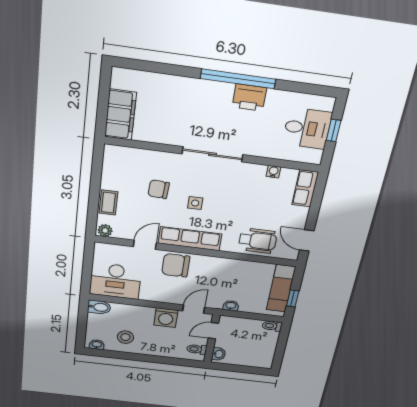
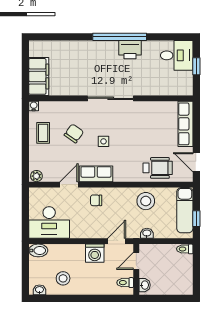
desk: (307, 128) -> (177, 55), moved
water cooler: (273, 172) -> (34, 106), moved
row of seats: (305, 188) -> (186, 124), width x1.48
chair: (159, 189) -> (74, 133), turned 122
coffee table: (108, 203) -> (43, 133), moved
row of seats: (190, 239) -> (96, 174), width x0.68
chair: (176, 265) -> (96, 200), width x0.54, depth x0.54
stool: (236, 273) -> (146, 201), added

